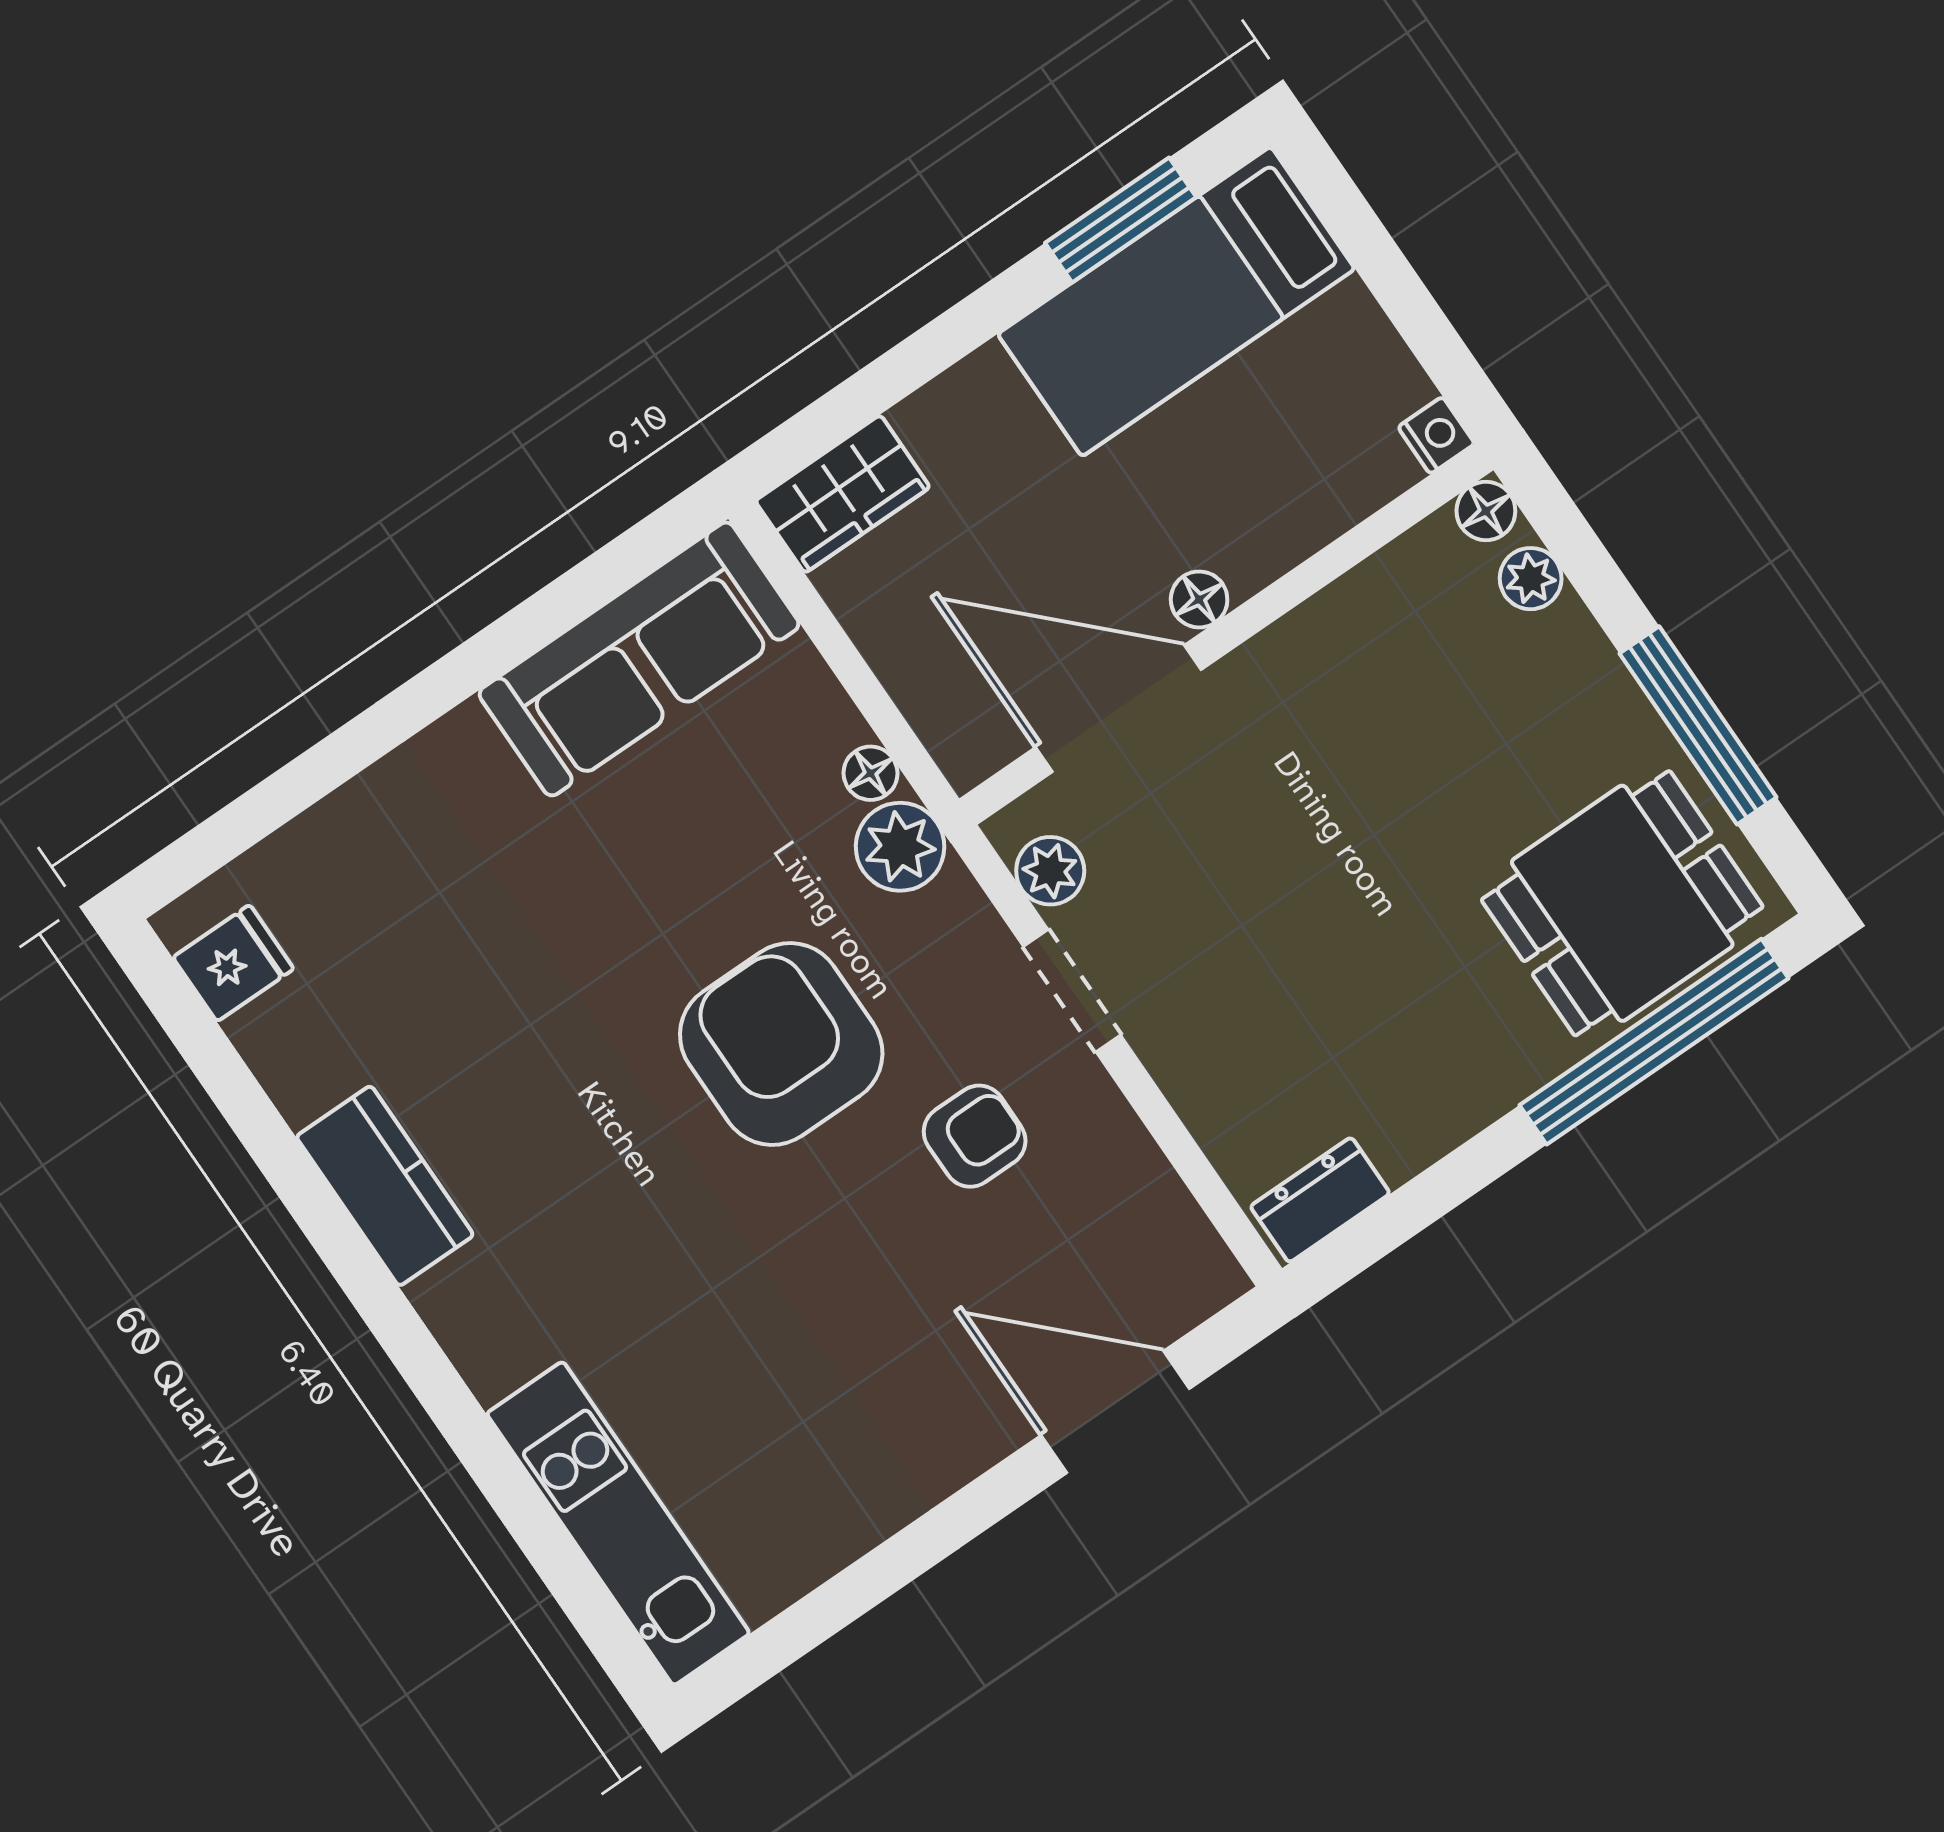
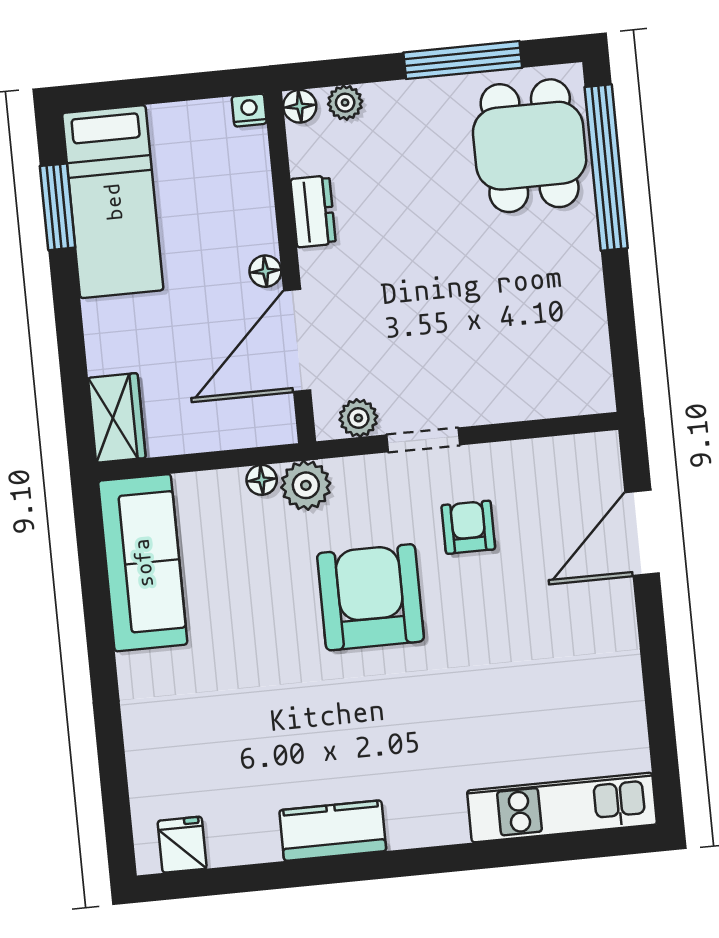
armchair: (781, 1044) -> (371, 597), turned 90
dresser: (1320, 1200) -> (313, 211), moved, turned 180

